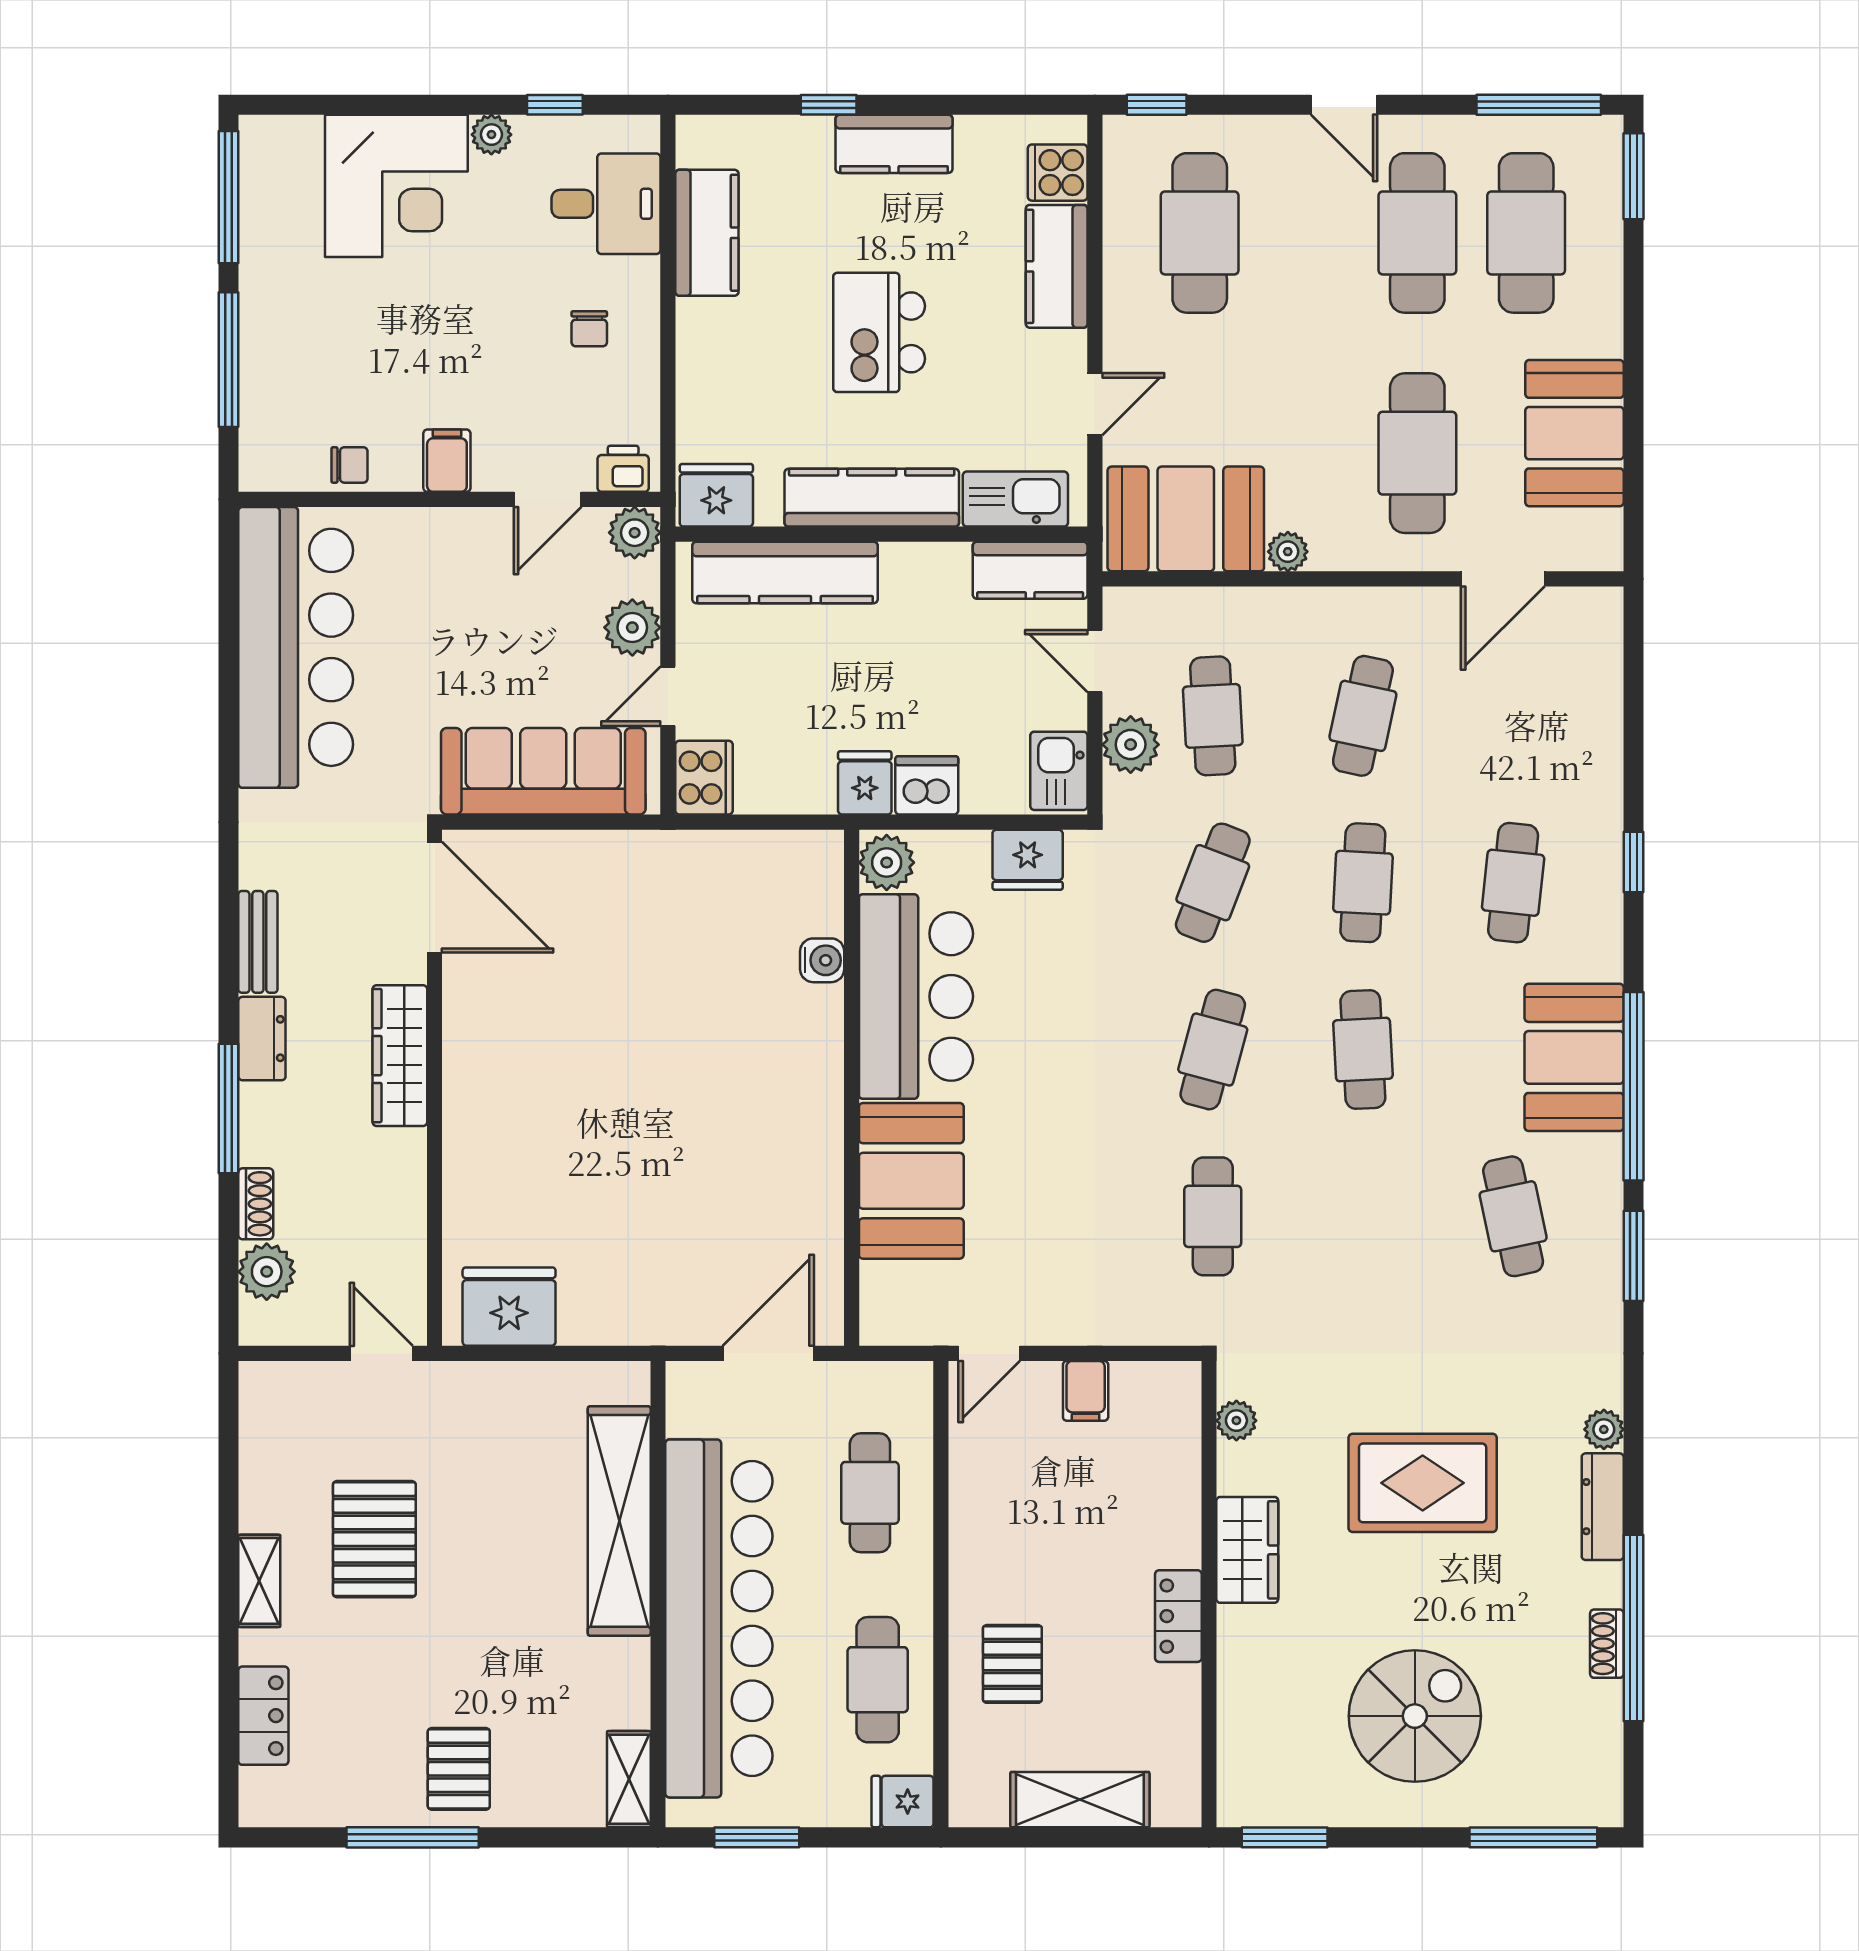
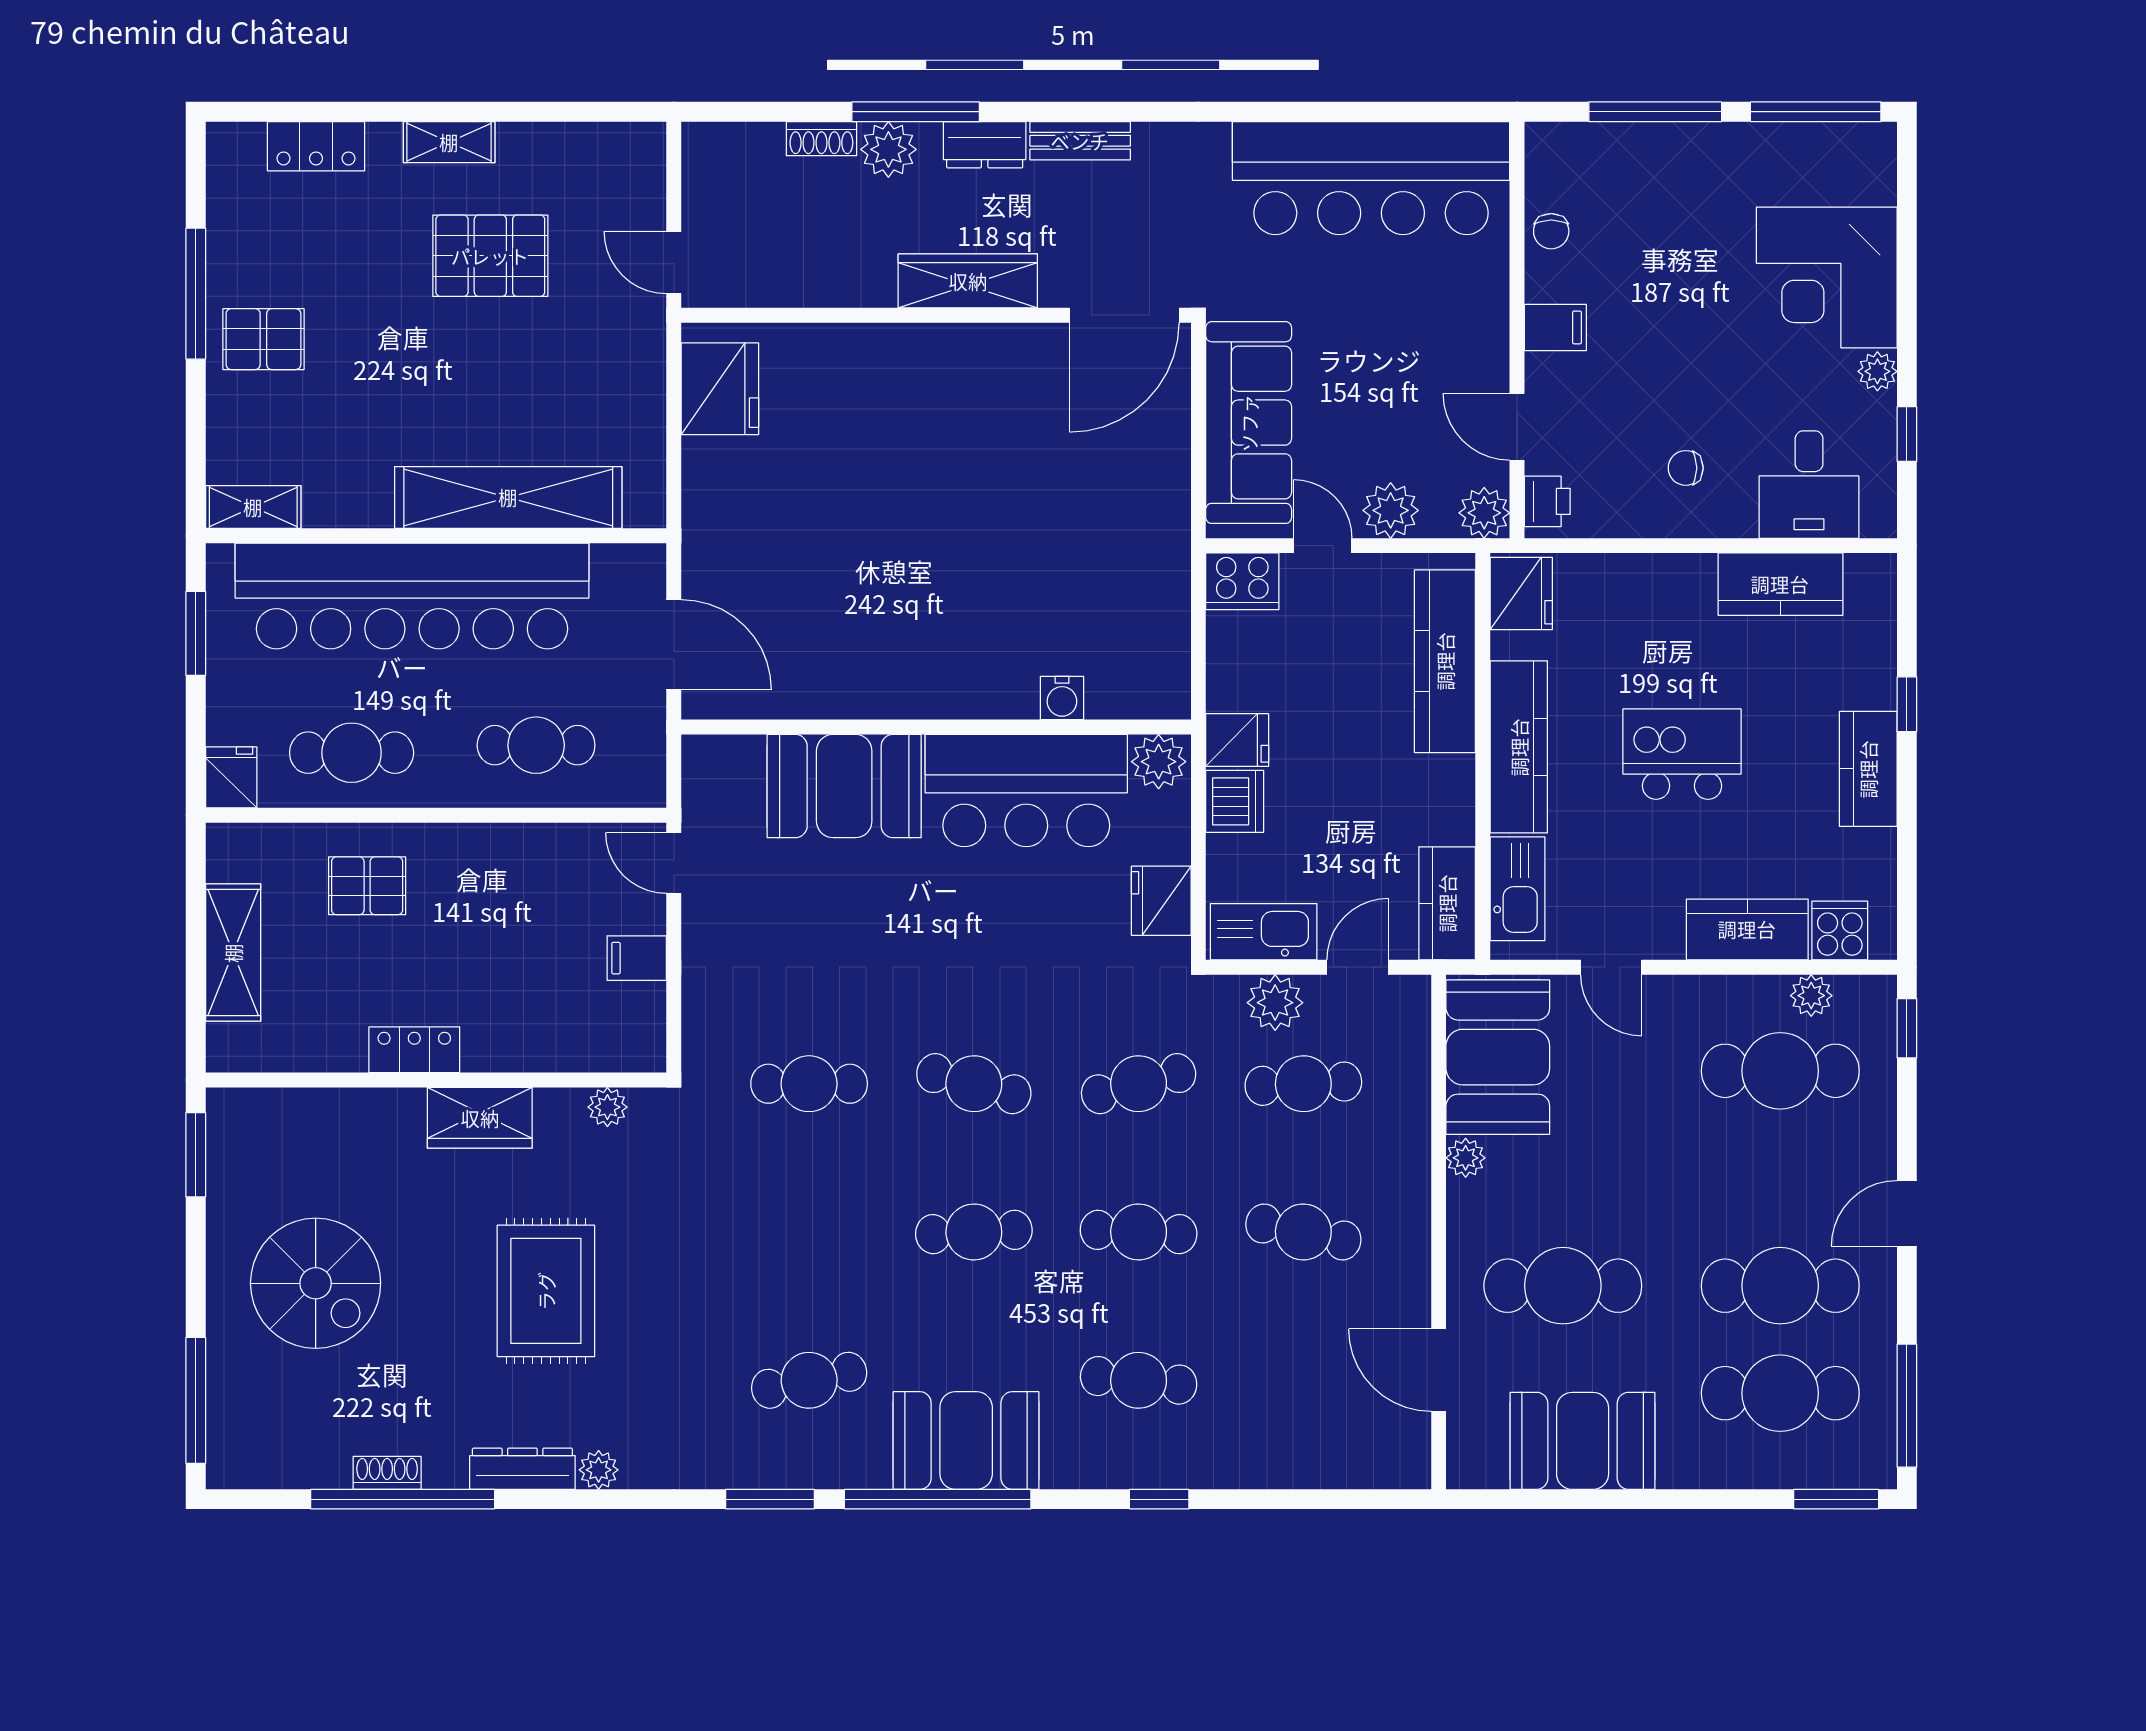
plant: (1123, 202) -> (1811, 996), added
kitchen sink: (1059, 771) -> (1264, 932), width x1.38
cafe table: (1213, 883) -> (1139, 1084), turned -36
plant: (267, 1272) -> (888, 149), moved
door: (381, 1353) -> (674, 263), swing flipped

